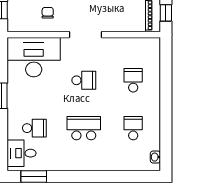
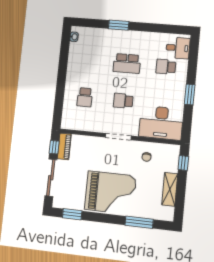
school desk: (133, 128) -> (89, 60), removed
window: (34, 177) -> (119, 25), moved

